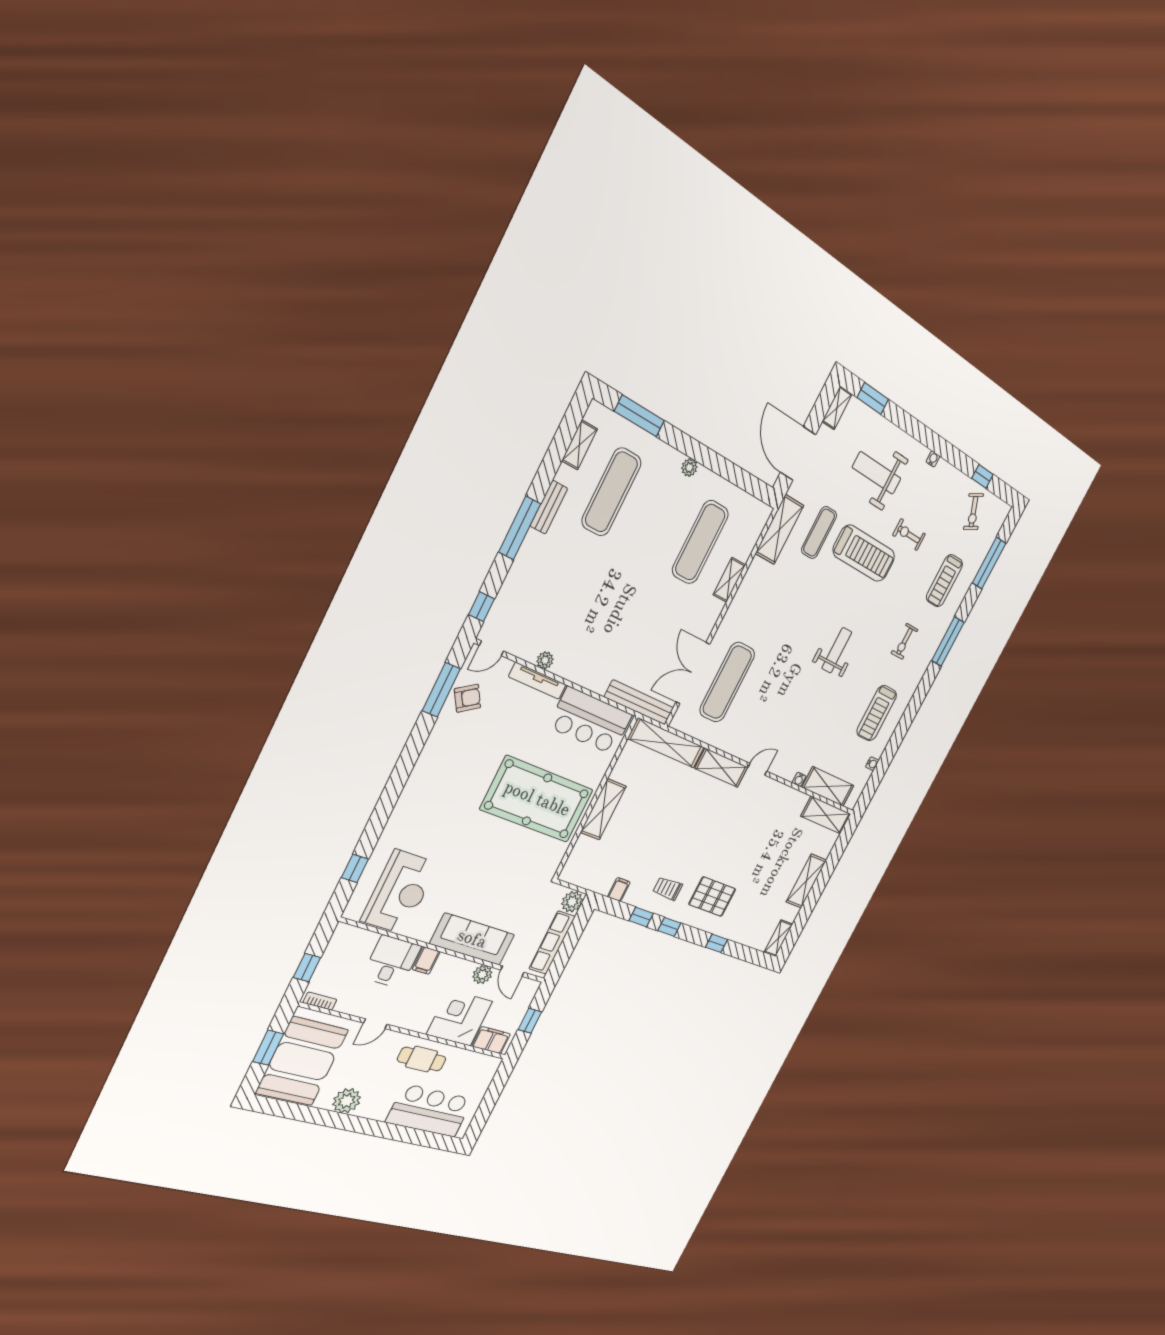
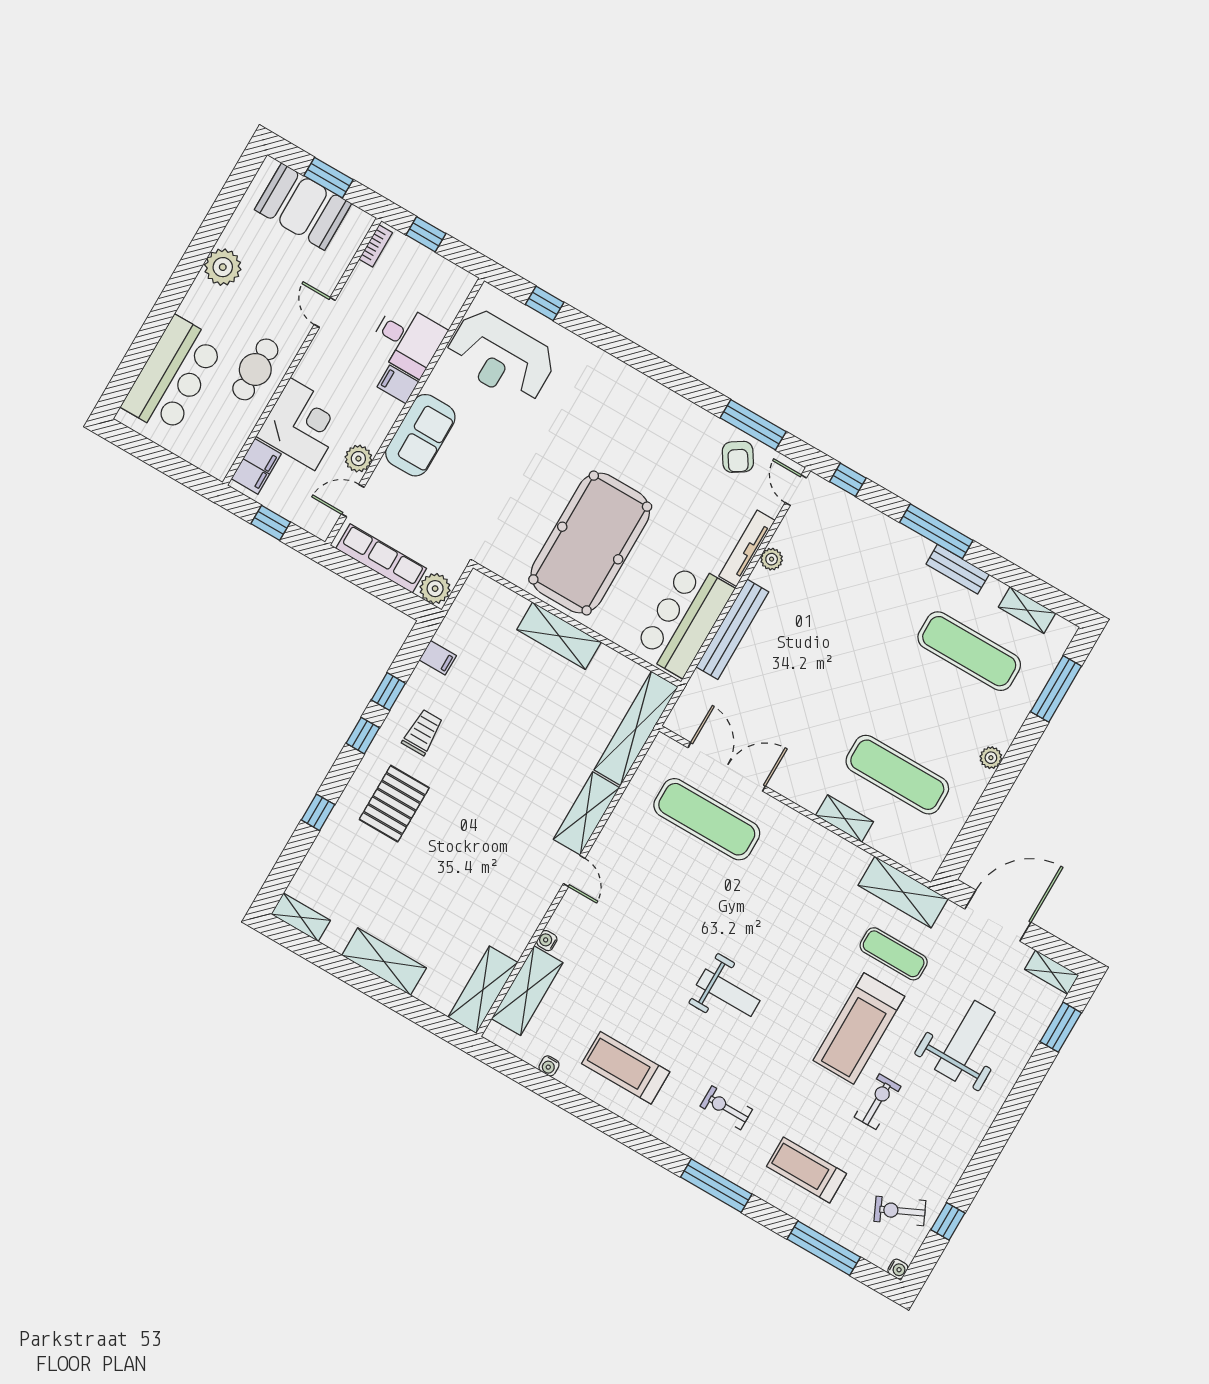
water cooler: (933, 459) -> (898, 1269), moved
bench: (639, 702) -> (732, 629), moved
sofa: (472, 939) -> (420, 435), width x0.73
booth: (302, 1061) -> (303, 207), width x0.73, depth x0.70

